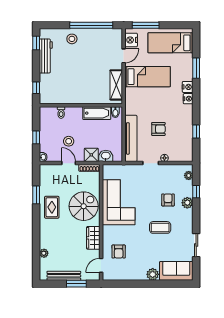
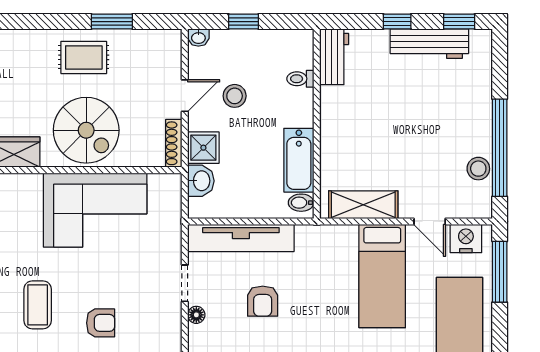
stool: (72, 39) -> (478, 169), moved
window: (36, 88) -> (397, 22), moved
workbench: (52, 98) -> (334, 57), added

